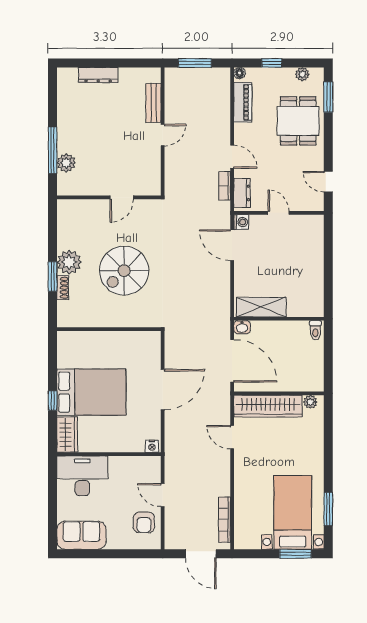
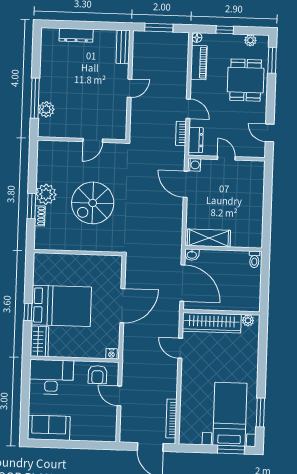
bench: (154, 103) -> (123, 47), moved
armchair: (144, 522) -> (97, 375), moved

